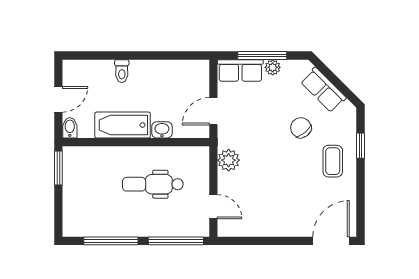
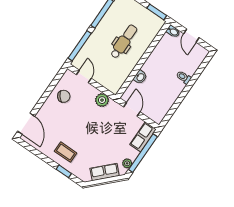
window: (262, 55) -> (143, 153), width x1.46
plant: (273, 67) -> (127, 163), moved
bathtub: (123, 125) -> (156, 59), removed
chair: (301, 128) -> (64, 96), moved
dental chair: (153, 184) -> (124, 42), moved
door: (213, 207) -> (84, 76), swing flipped

